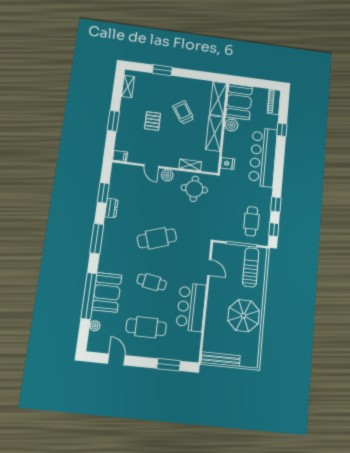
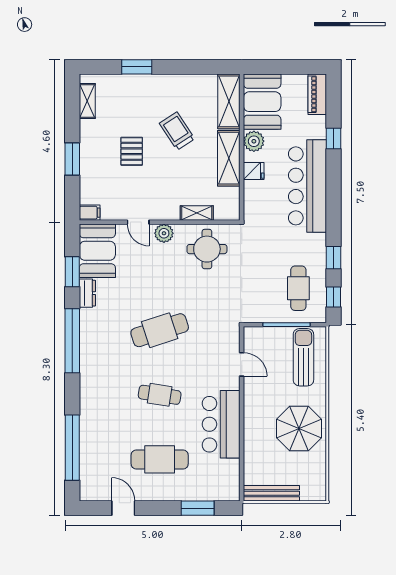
fridge: (228, 163) -> (254, 171), moved
window: (97, 239) -> (72, 341), width x1.46
booth: (107, 292) -> (97, 251), moved
window: (89, 296) -> (72, 448), moved
plant: (95, 326) -> (87, 465), removed

